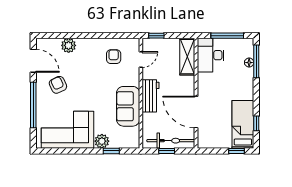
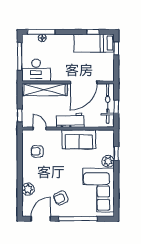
shelving: (187, 57) -> (45, 90), width x1.47

